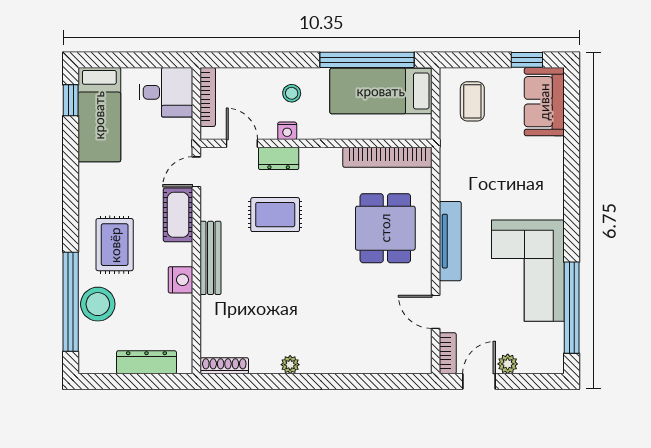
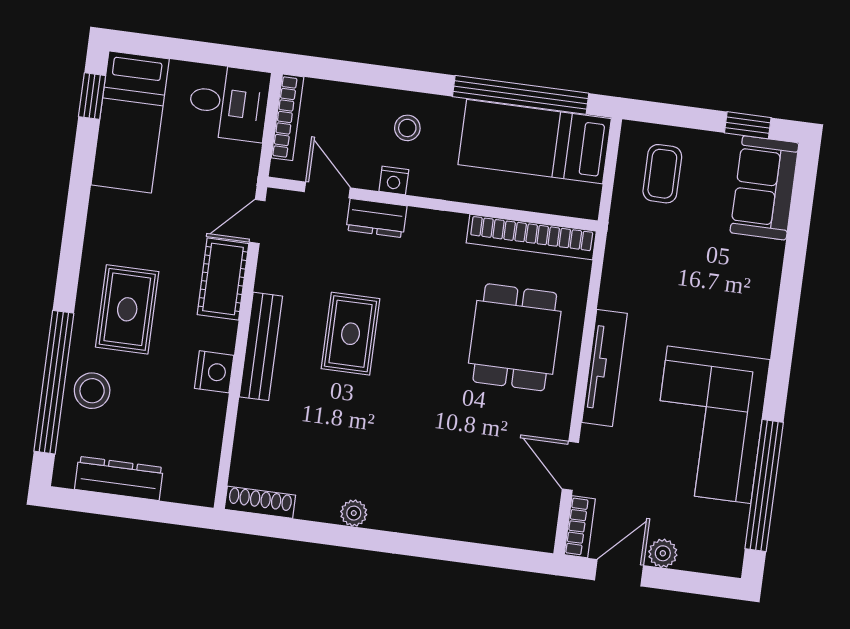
rug: (275, 215) -> (351, 334), moved, turned 90
stool: (98, 304) -> (92, 391), width x0.73, depth x0.73
dresser: (146, 362) -> (119, 478), moved

